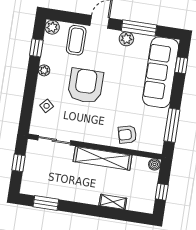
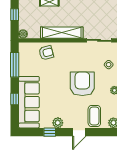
window: (139, 28) -> (50, 132), width x0.46
window: (181, 65) -> (15, 99), moved
armchair: (86, 86) -> (82, 84), turned 180

